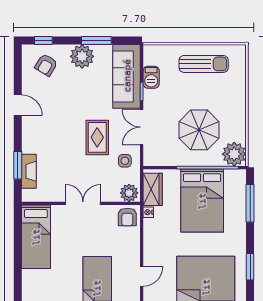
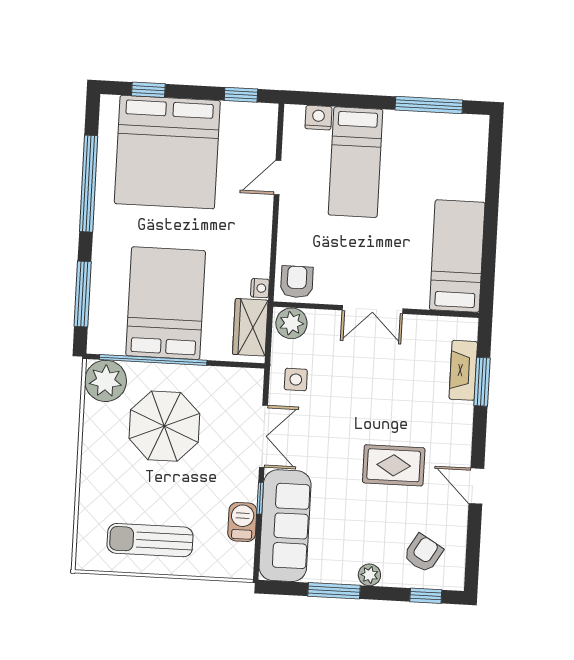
plant: (82, 56) -> (369, 575), width x0.53, depth x0.53
rug: (97, 137) -> (394, 465), moved, turned 90
window: (250, 267) -> (89, 184), width x2.11

